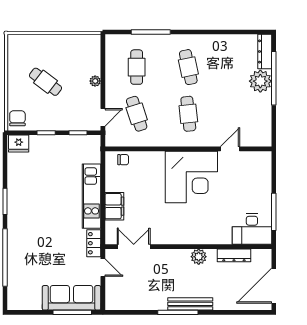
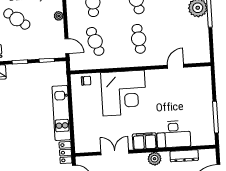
door: (103, 117) -> (67, 46), hinge flipped
corner desk: (191, 177) -> (124, 93), moved
filing cabinet: (114, 206) -> (145, 141), moved, turned -90
desk: (252, 229) -> (174, 134), moved
double door: (134, 247) -> (115, 153), moved

